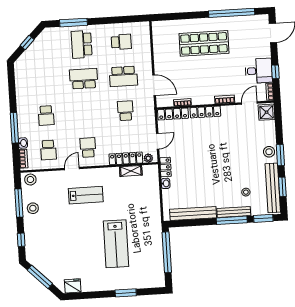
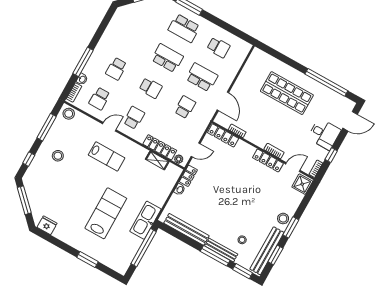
school desk: (82, 44) -> (184, 28), turned -90
desk: (259, 71) -> (324, 134), moved
school desk: (123, 76) -> (202, 77), turned 180
locker: (205, 112) -> (268, 160), moved
school desk: (86, 113) -> (151, 88), added
stool: (33, 208) -> (58, 156), moved
kitchen sink: (153, 228) -> (145, 220), added
lab bench: (116, 244) -> (106, 213), turned 180

